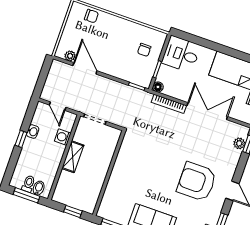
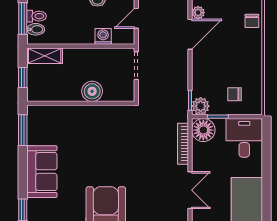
plant: (144, 80) -> (201, 106), added
floor lamp: (158, 87) -> (203, 130), width x1.89, depth x1.89
double door: (207, 111) -> (190, 190), width x0.73
shelving: (73, 157) -> (45, 56), moved
boiler: (103, 161) -> (92, 91), added

